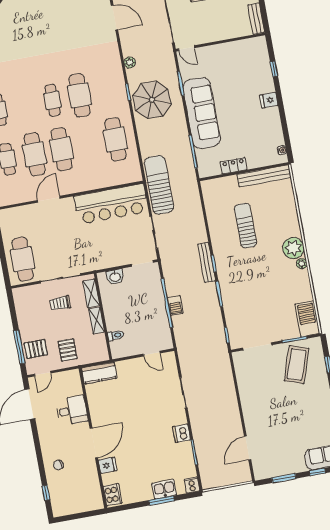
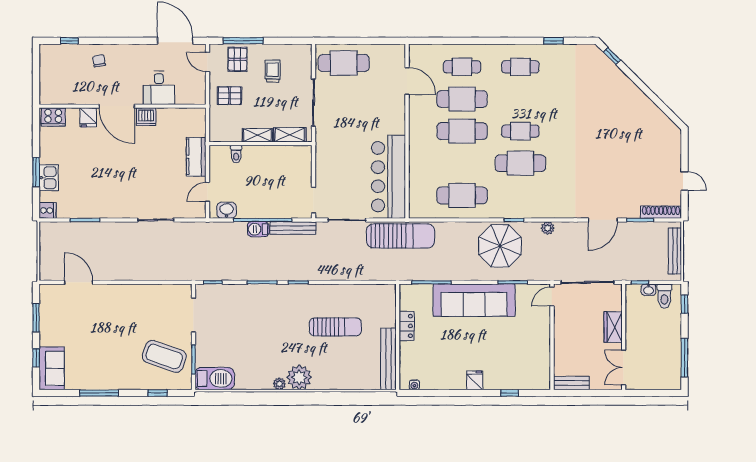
door: (49, 199) -> (407, 81), moved
bench: (207, 262) -> (293, 228), moved
washbasin: (115, 277) -> (227, 210), moved, turned 90
trolley: (60, 303) -> (273, 71), moved
kitchen counter: (99, 373) -> (196, 157), moved
dishwasher: (182, 433) -> (146, 117), moved, turned 180

